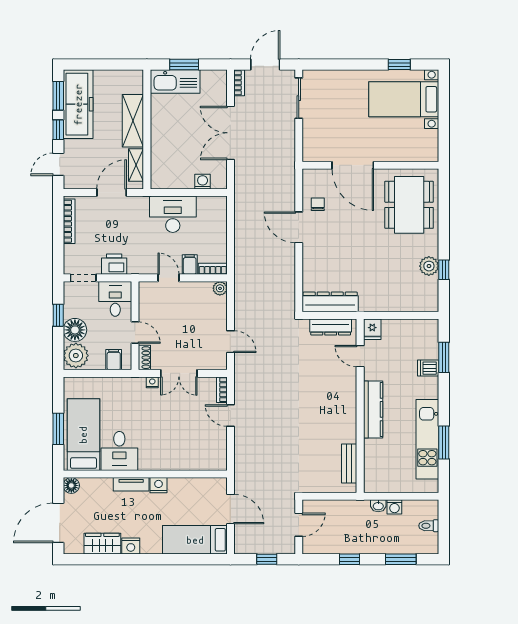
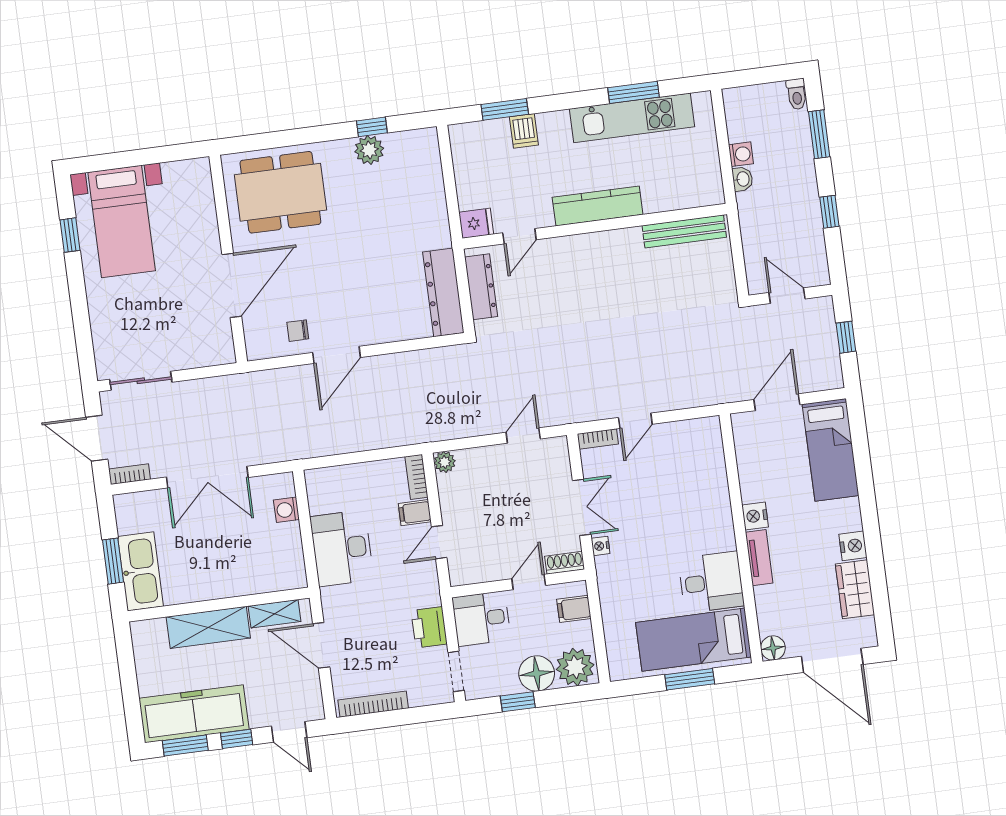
bench: (349, 463) -> (684, 231), width x1.36
toilet: (429, 526) -> (797, 94), moved

